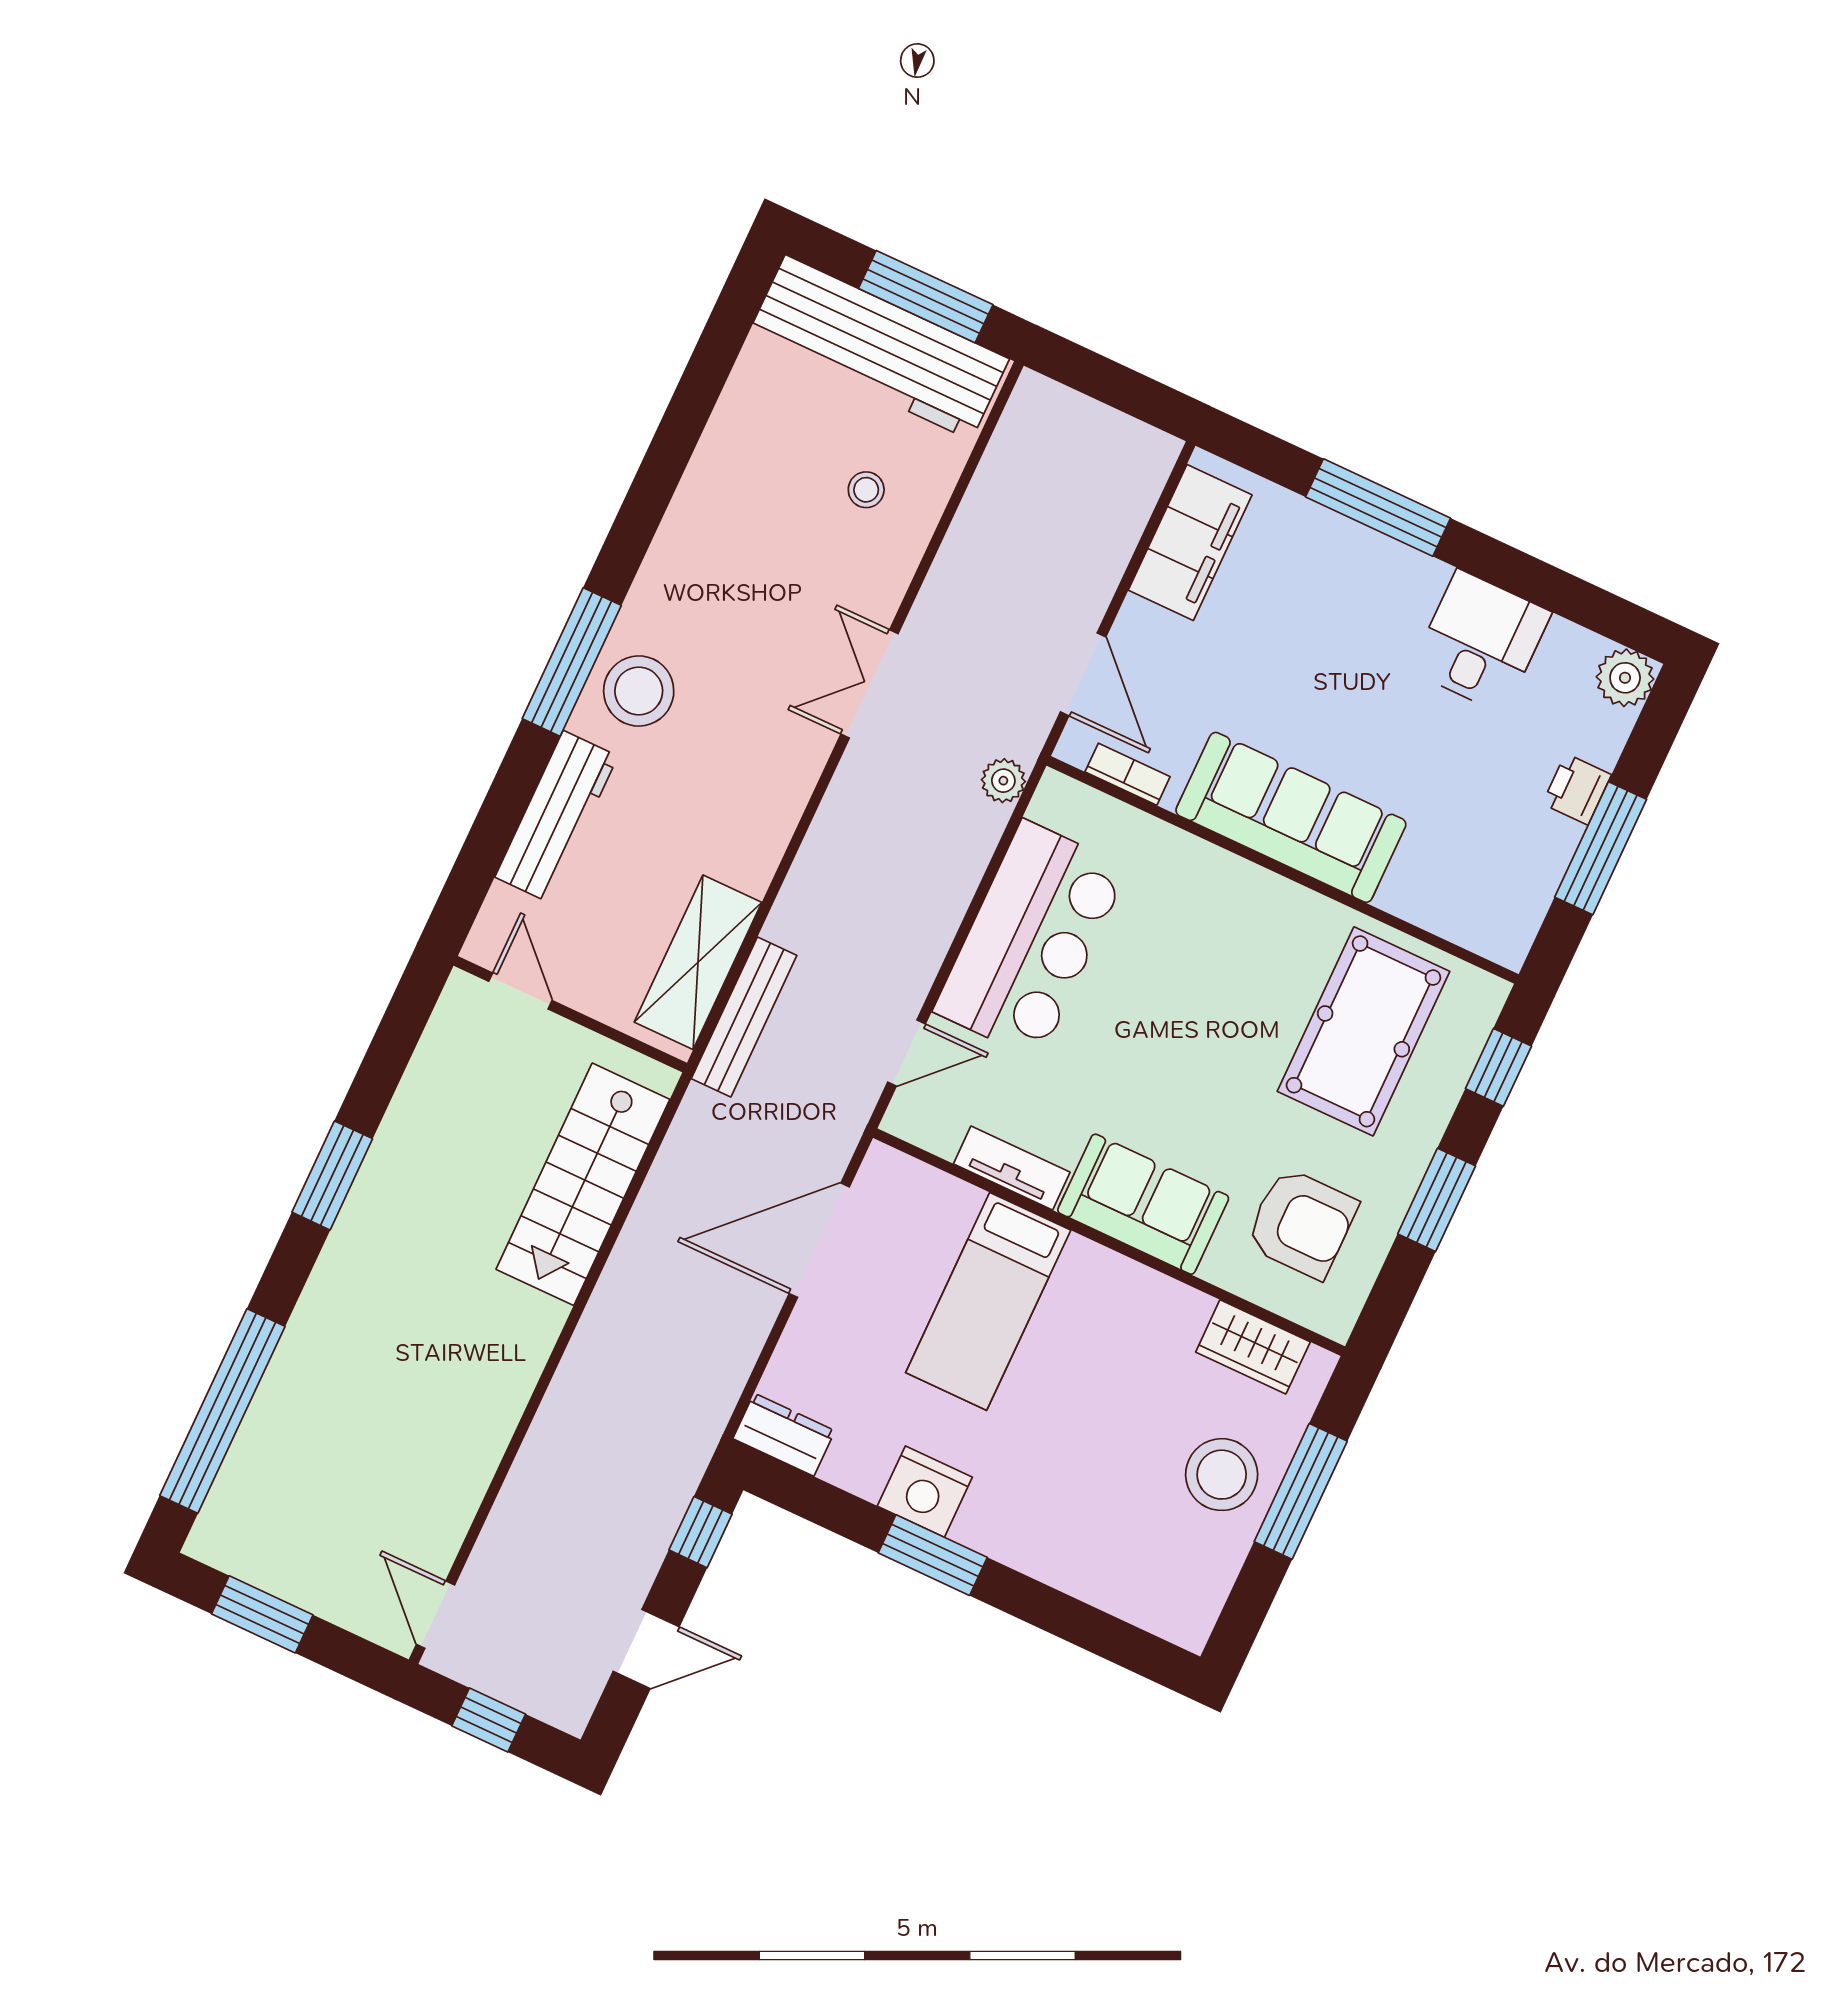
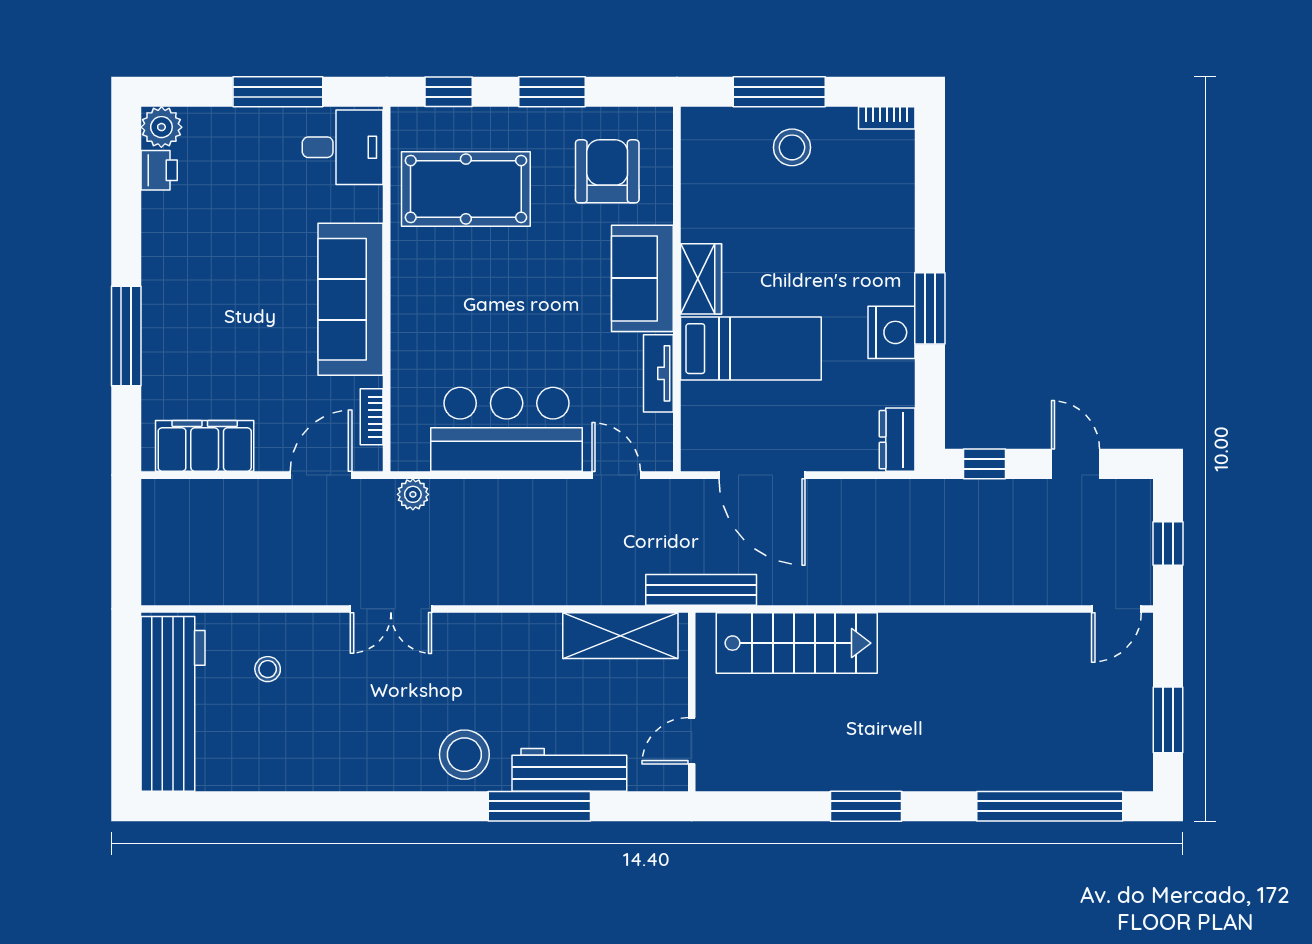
window: (926, 297) -> (126, 689), removed
desk: (1481, 641) -> (343, 147), moved, turned 180
window: (572, 662) -> (539, 806), moved
printer: (1577, 789) -> (159, 170), moved, turned -90
bench: (744, 1017) -> (701, 590), moved
wardrobe: (1253, 1347) -> (701, 279), moved
stool: (1222, 1475) -> (792, 147), width x0.73, depth x0.73
bookcase: (1203, 1614) -> (887, 118), added

